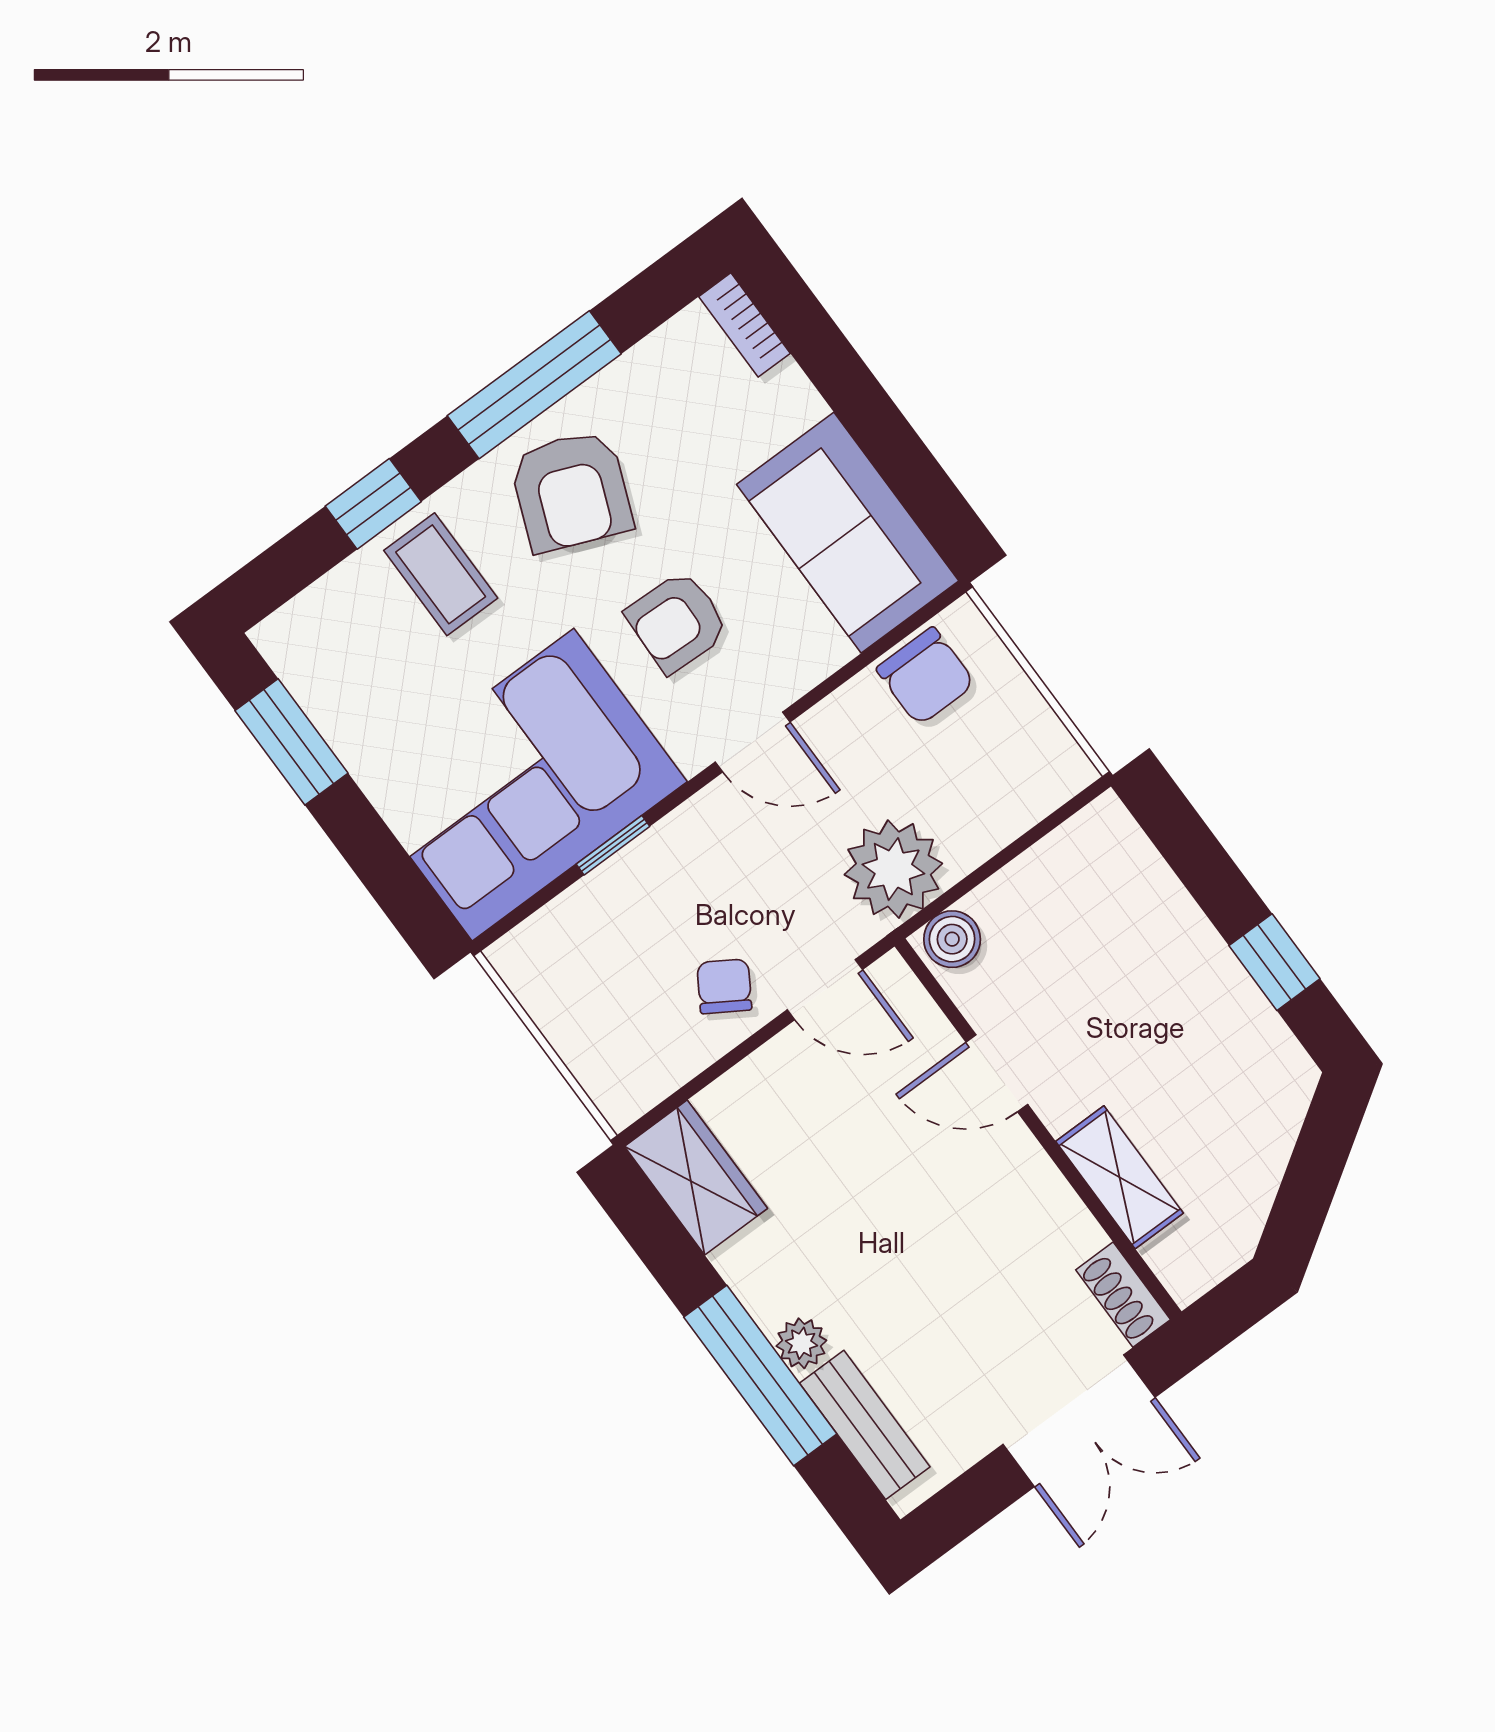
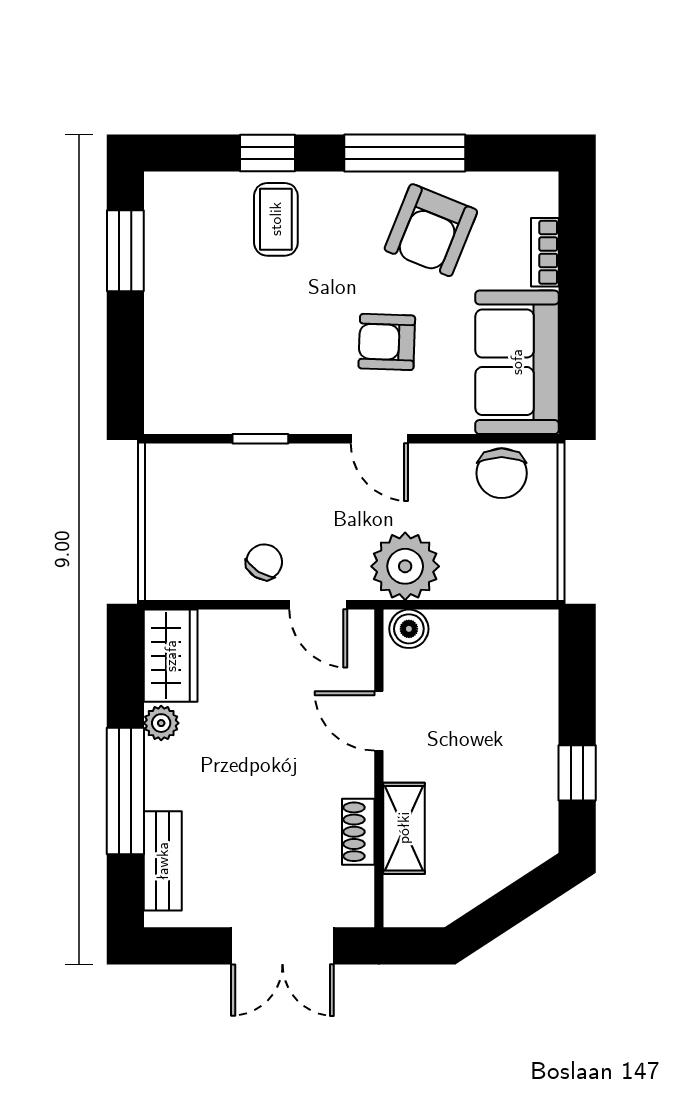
bookcase: (744, 325) -> (545, 252), moved
armchair: (571, 491) -> (431, 230), moved
corner sofa: (523, 785) -> (236, 369), removed
shoe rack: (1123, 1295) -> (358, 832), moved
plant: (801, 1343) -> (161, 723), moved

